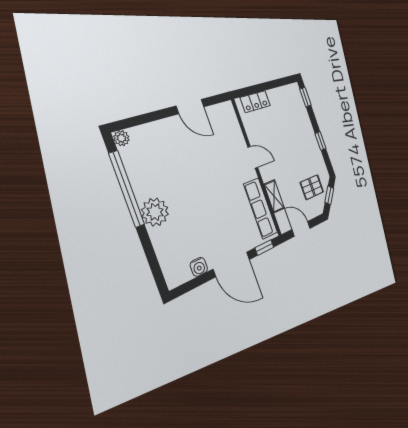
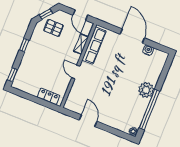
window: (264, 248) -> (109, 27), removed

